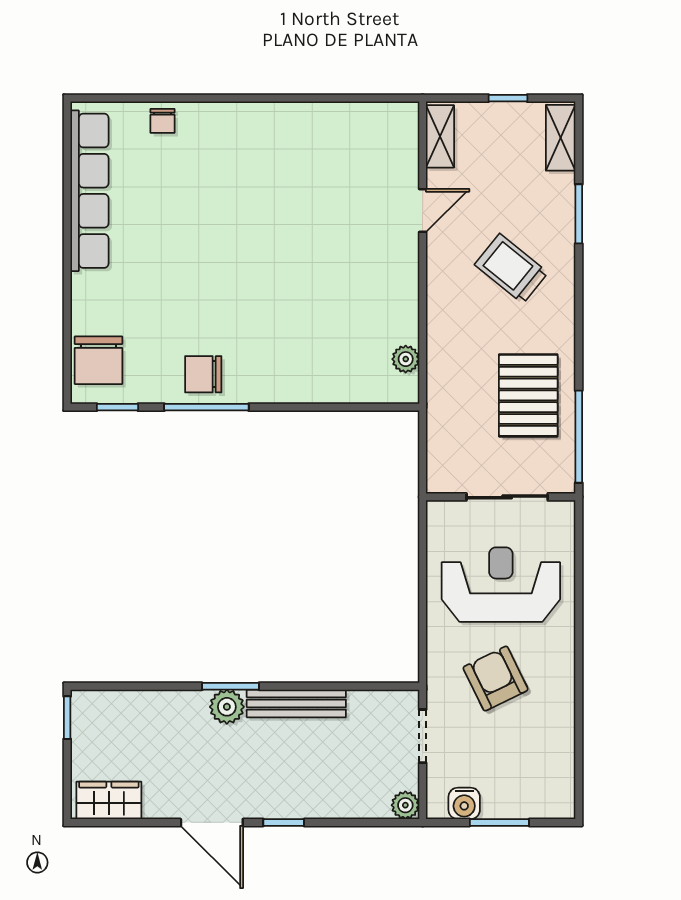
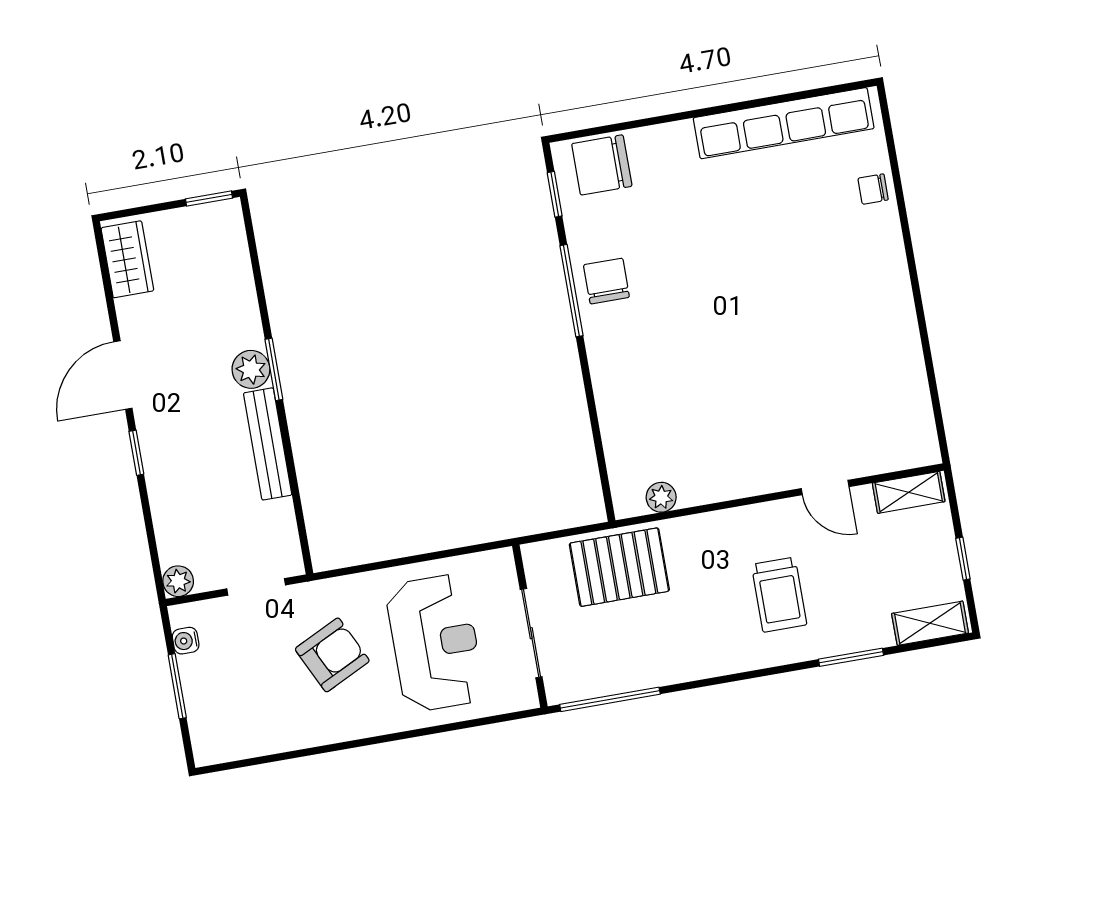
trolley: (511, 269) -> (779, 595), turned 141
pallet: (528, 395) -> (619, 567), moved
water cooler: (464, 803) -> (186, 641), width x0.72, depth x0.72

